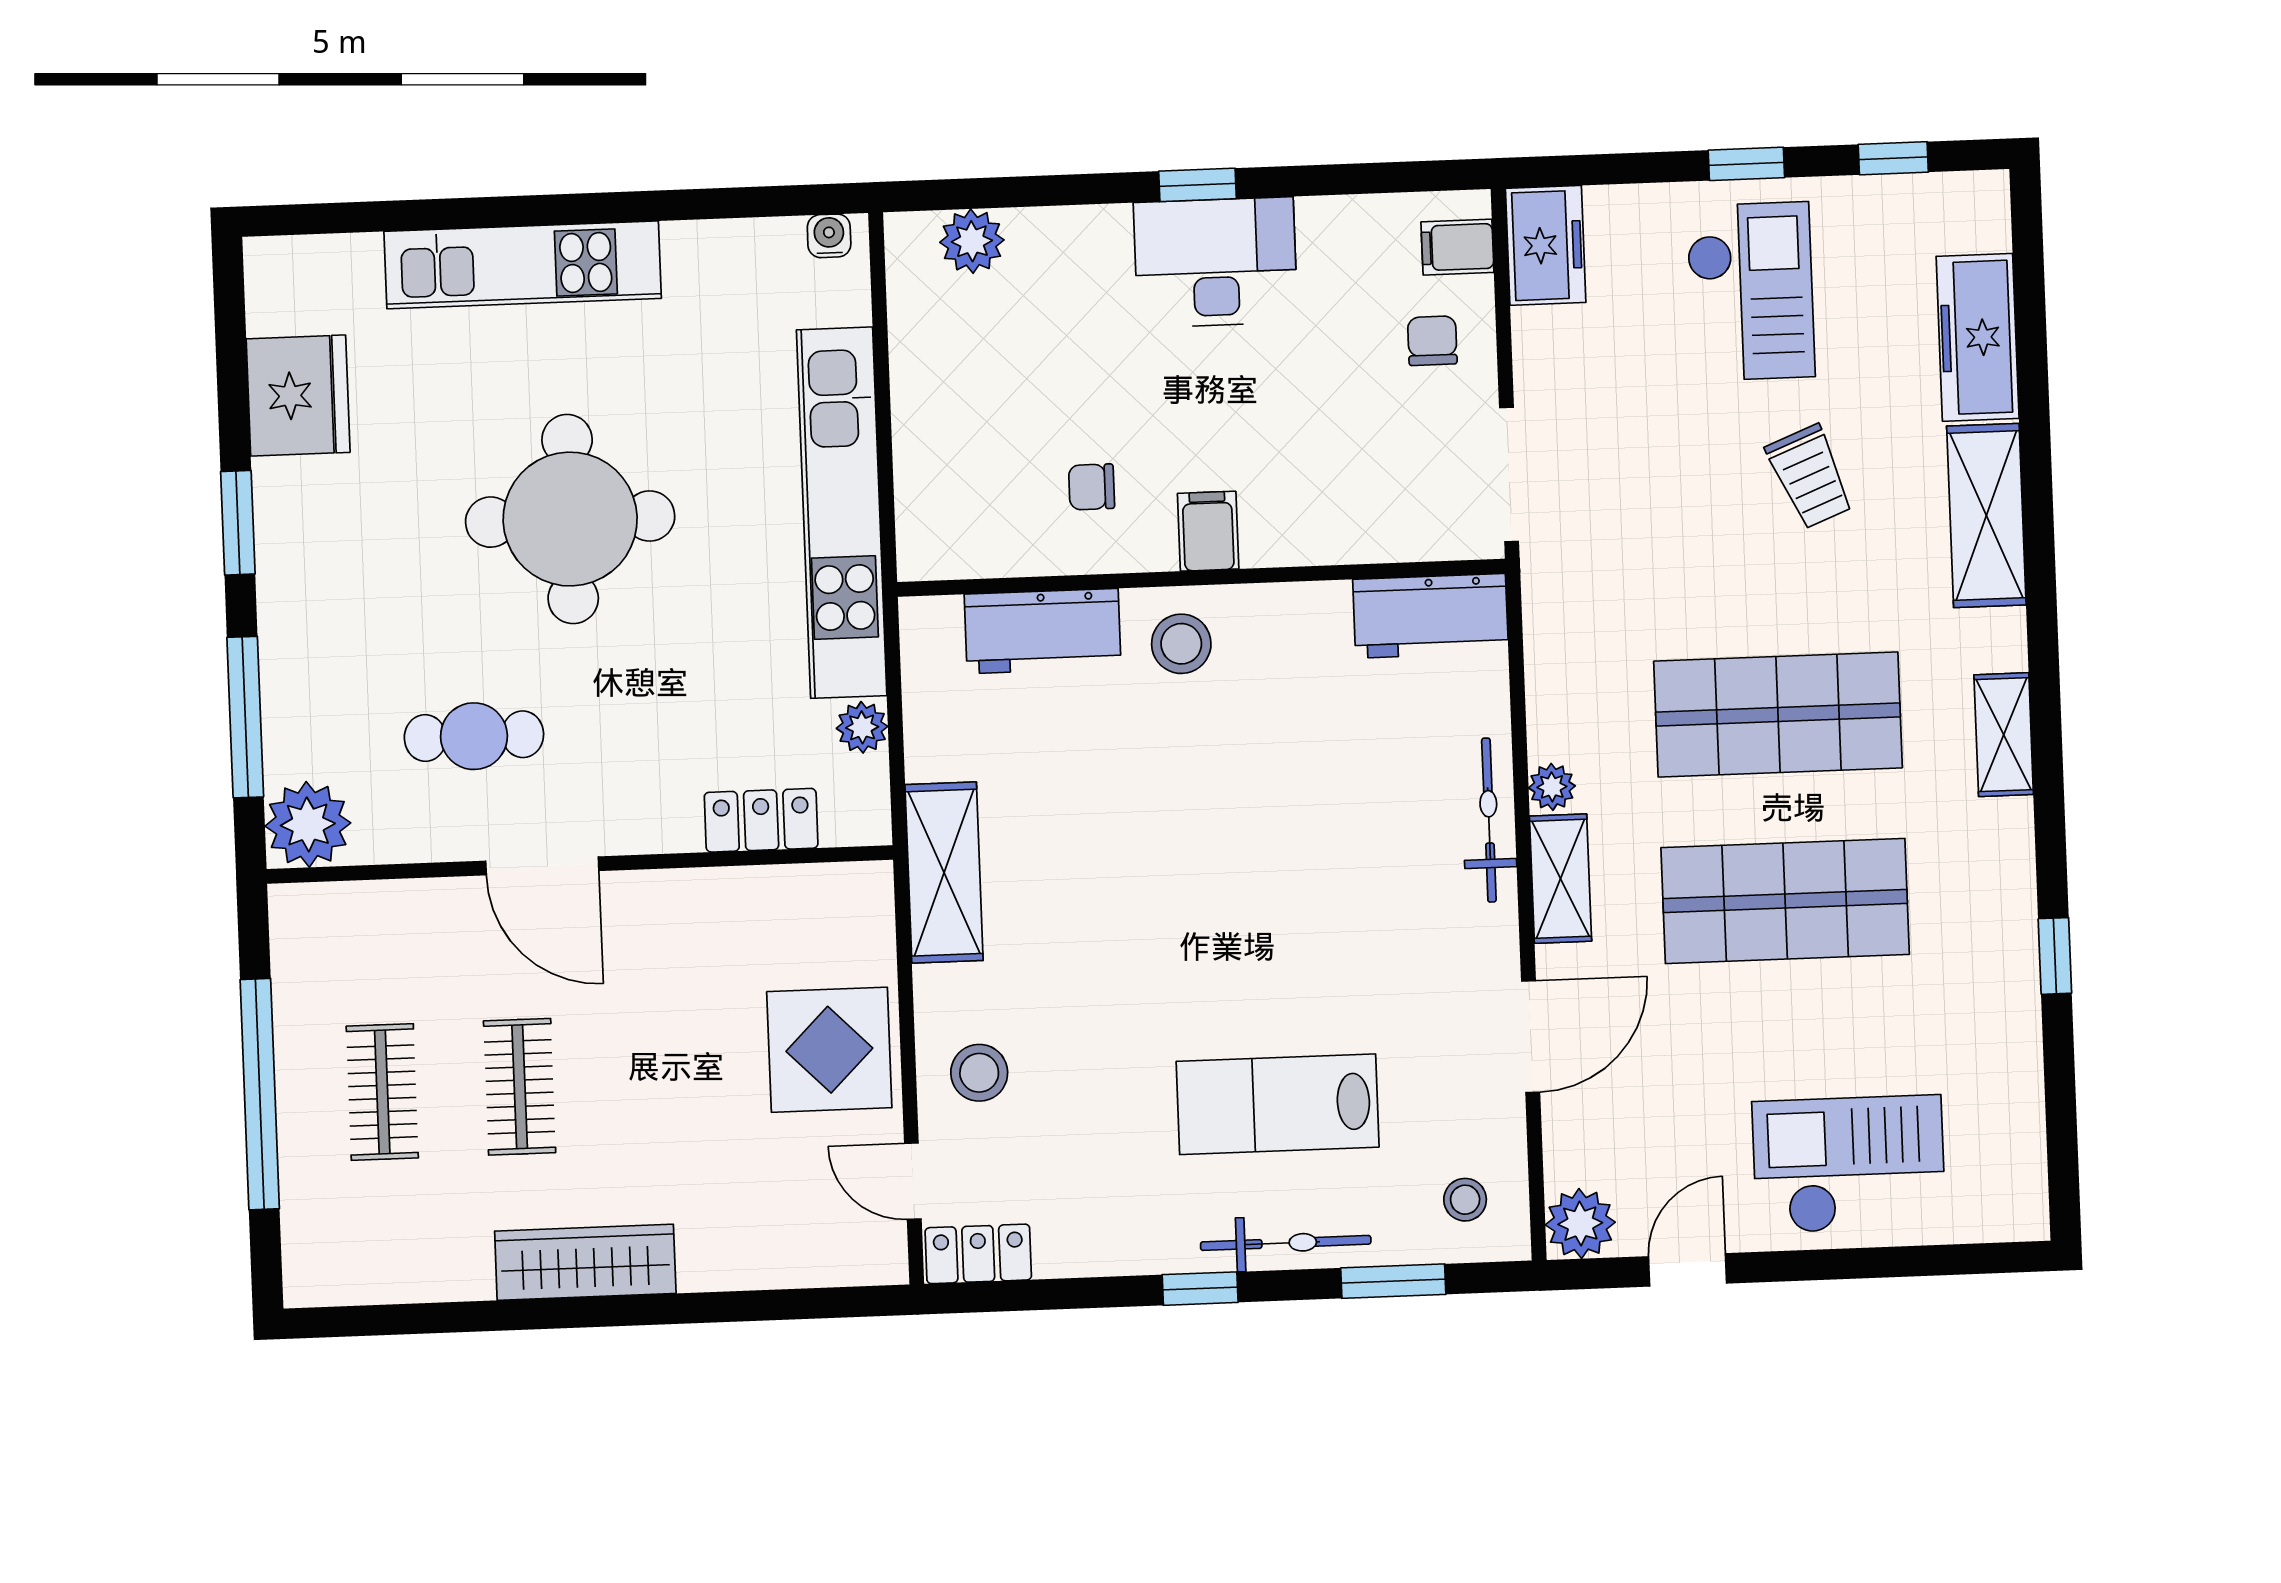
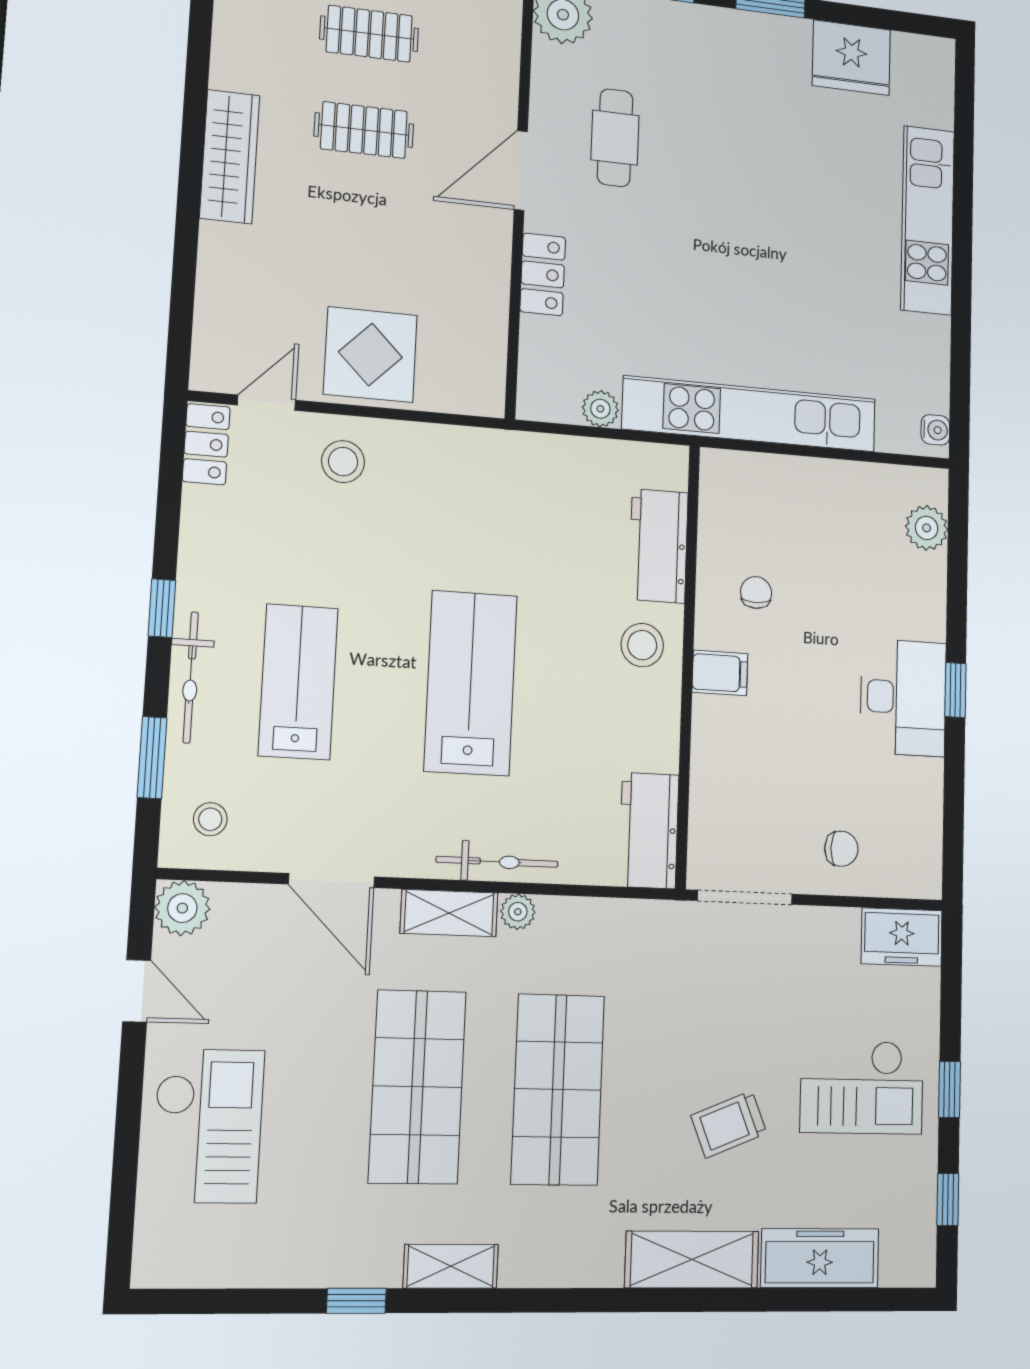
filing cabinet: (1457, 247) -> (904, 873), removed
round table: (570, 519) -> (758, 226), removed
shelving: (2004, 735) -> (451, 1266), moved
locker: (761, 820) -> (543, 274), moved
shelving: (944, 873) -> (492, 454), removed
lab bench: (1256, 876) -> (471, 683), added

